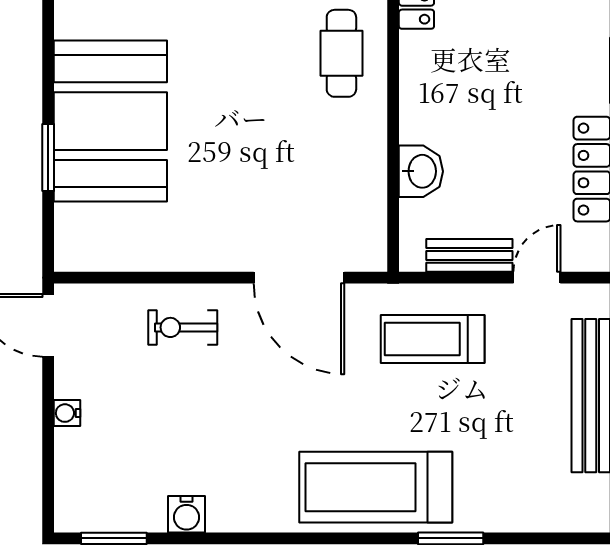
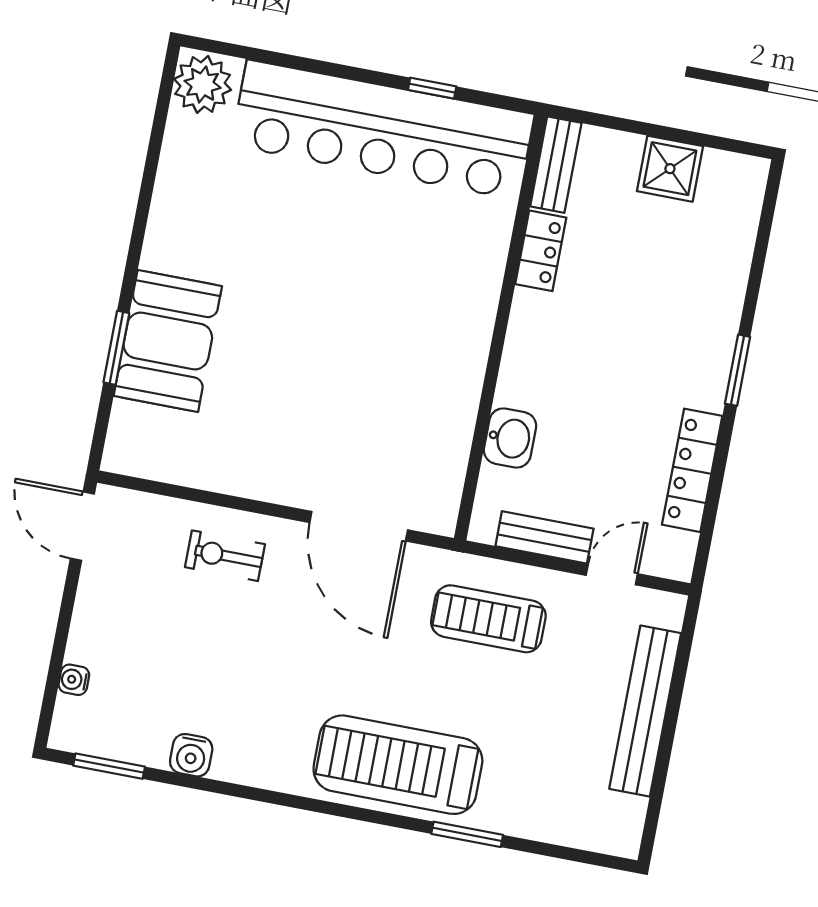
cafe table: (341, 53) -> (449, 296), removed
booth: (110, 121) -> (168, 341), width x0.73, depth x0.70
water cooler: (67, 413) -> (74, 680), moved

